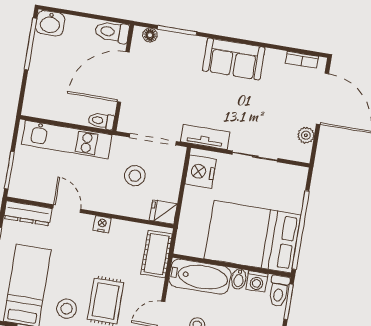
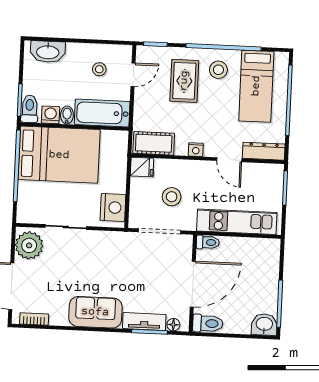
plant: (306, 135) -> (29, 245), width x1.88, depth x1.88
tv unit: (205, 137) -> (144, 322), moved, turned 180
cot: (157, 254) -> (154, 143), moved, turned 90

